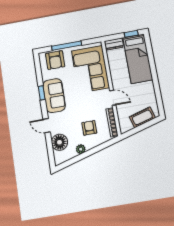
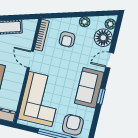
door: (47, 126) -> (110, 60), swing flipped
plant: (58, 157) -> (110, 24), added

